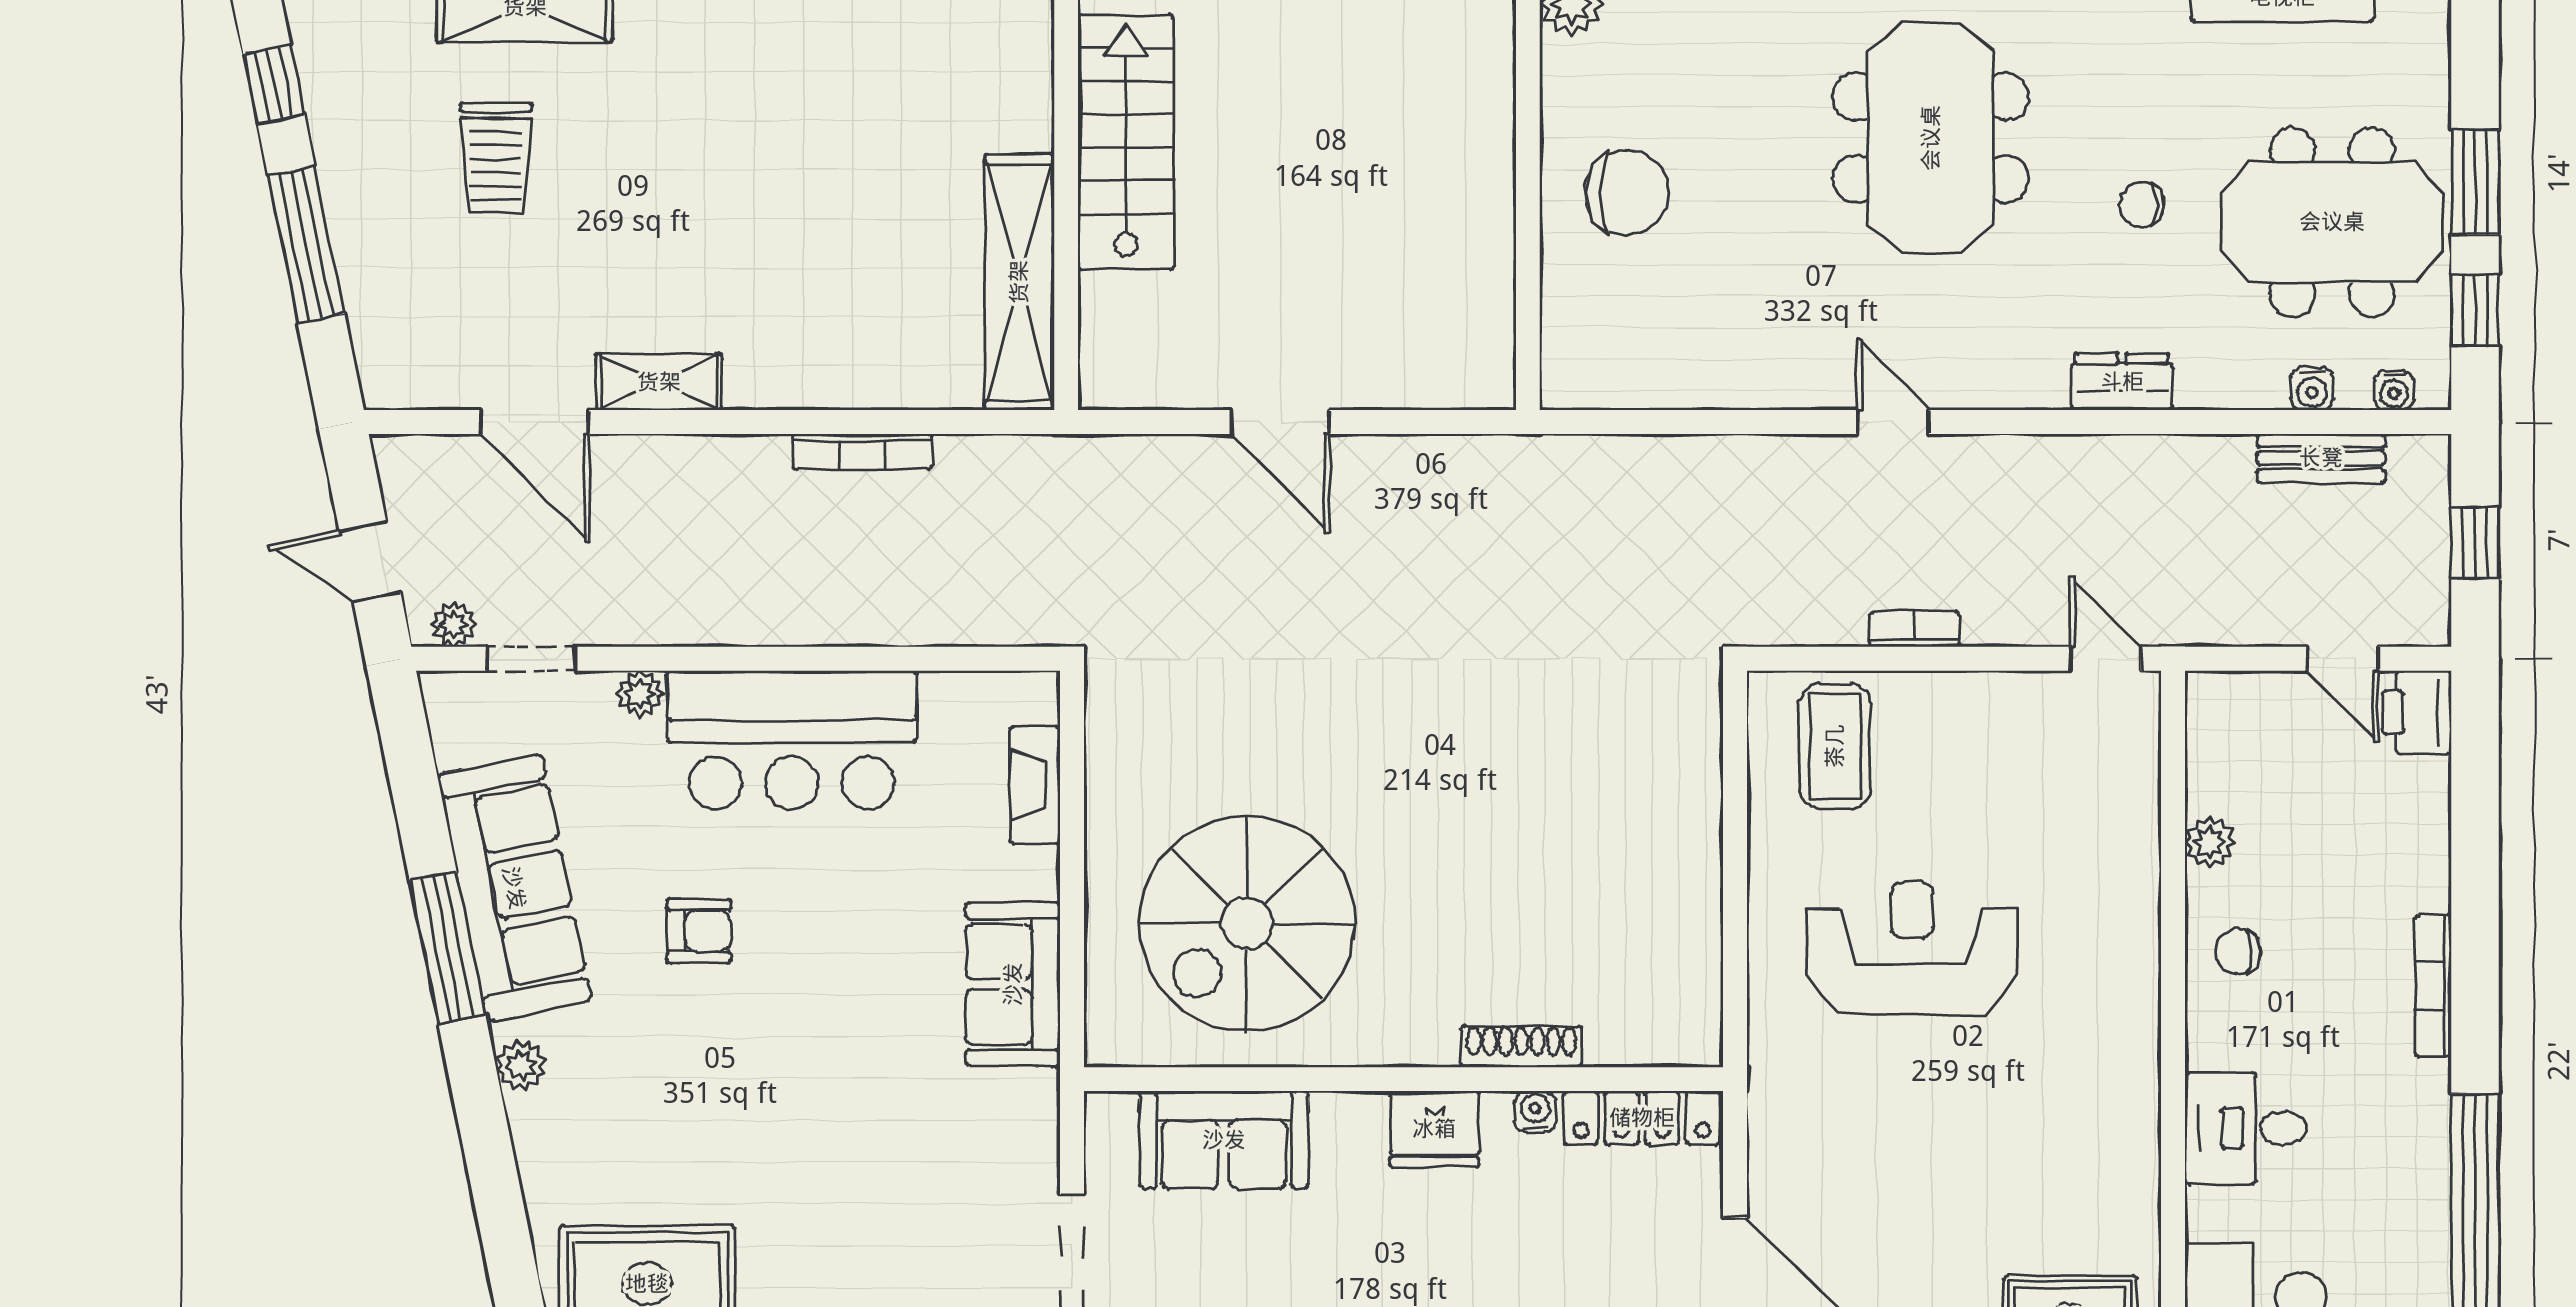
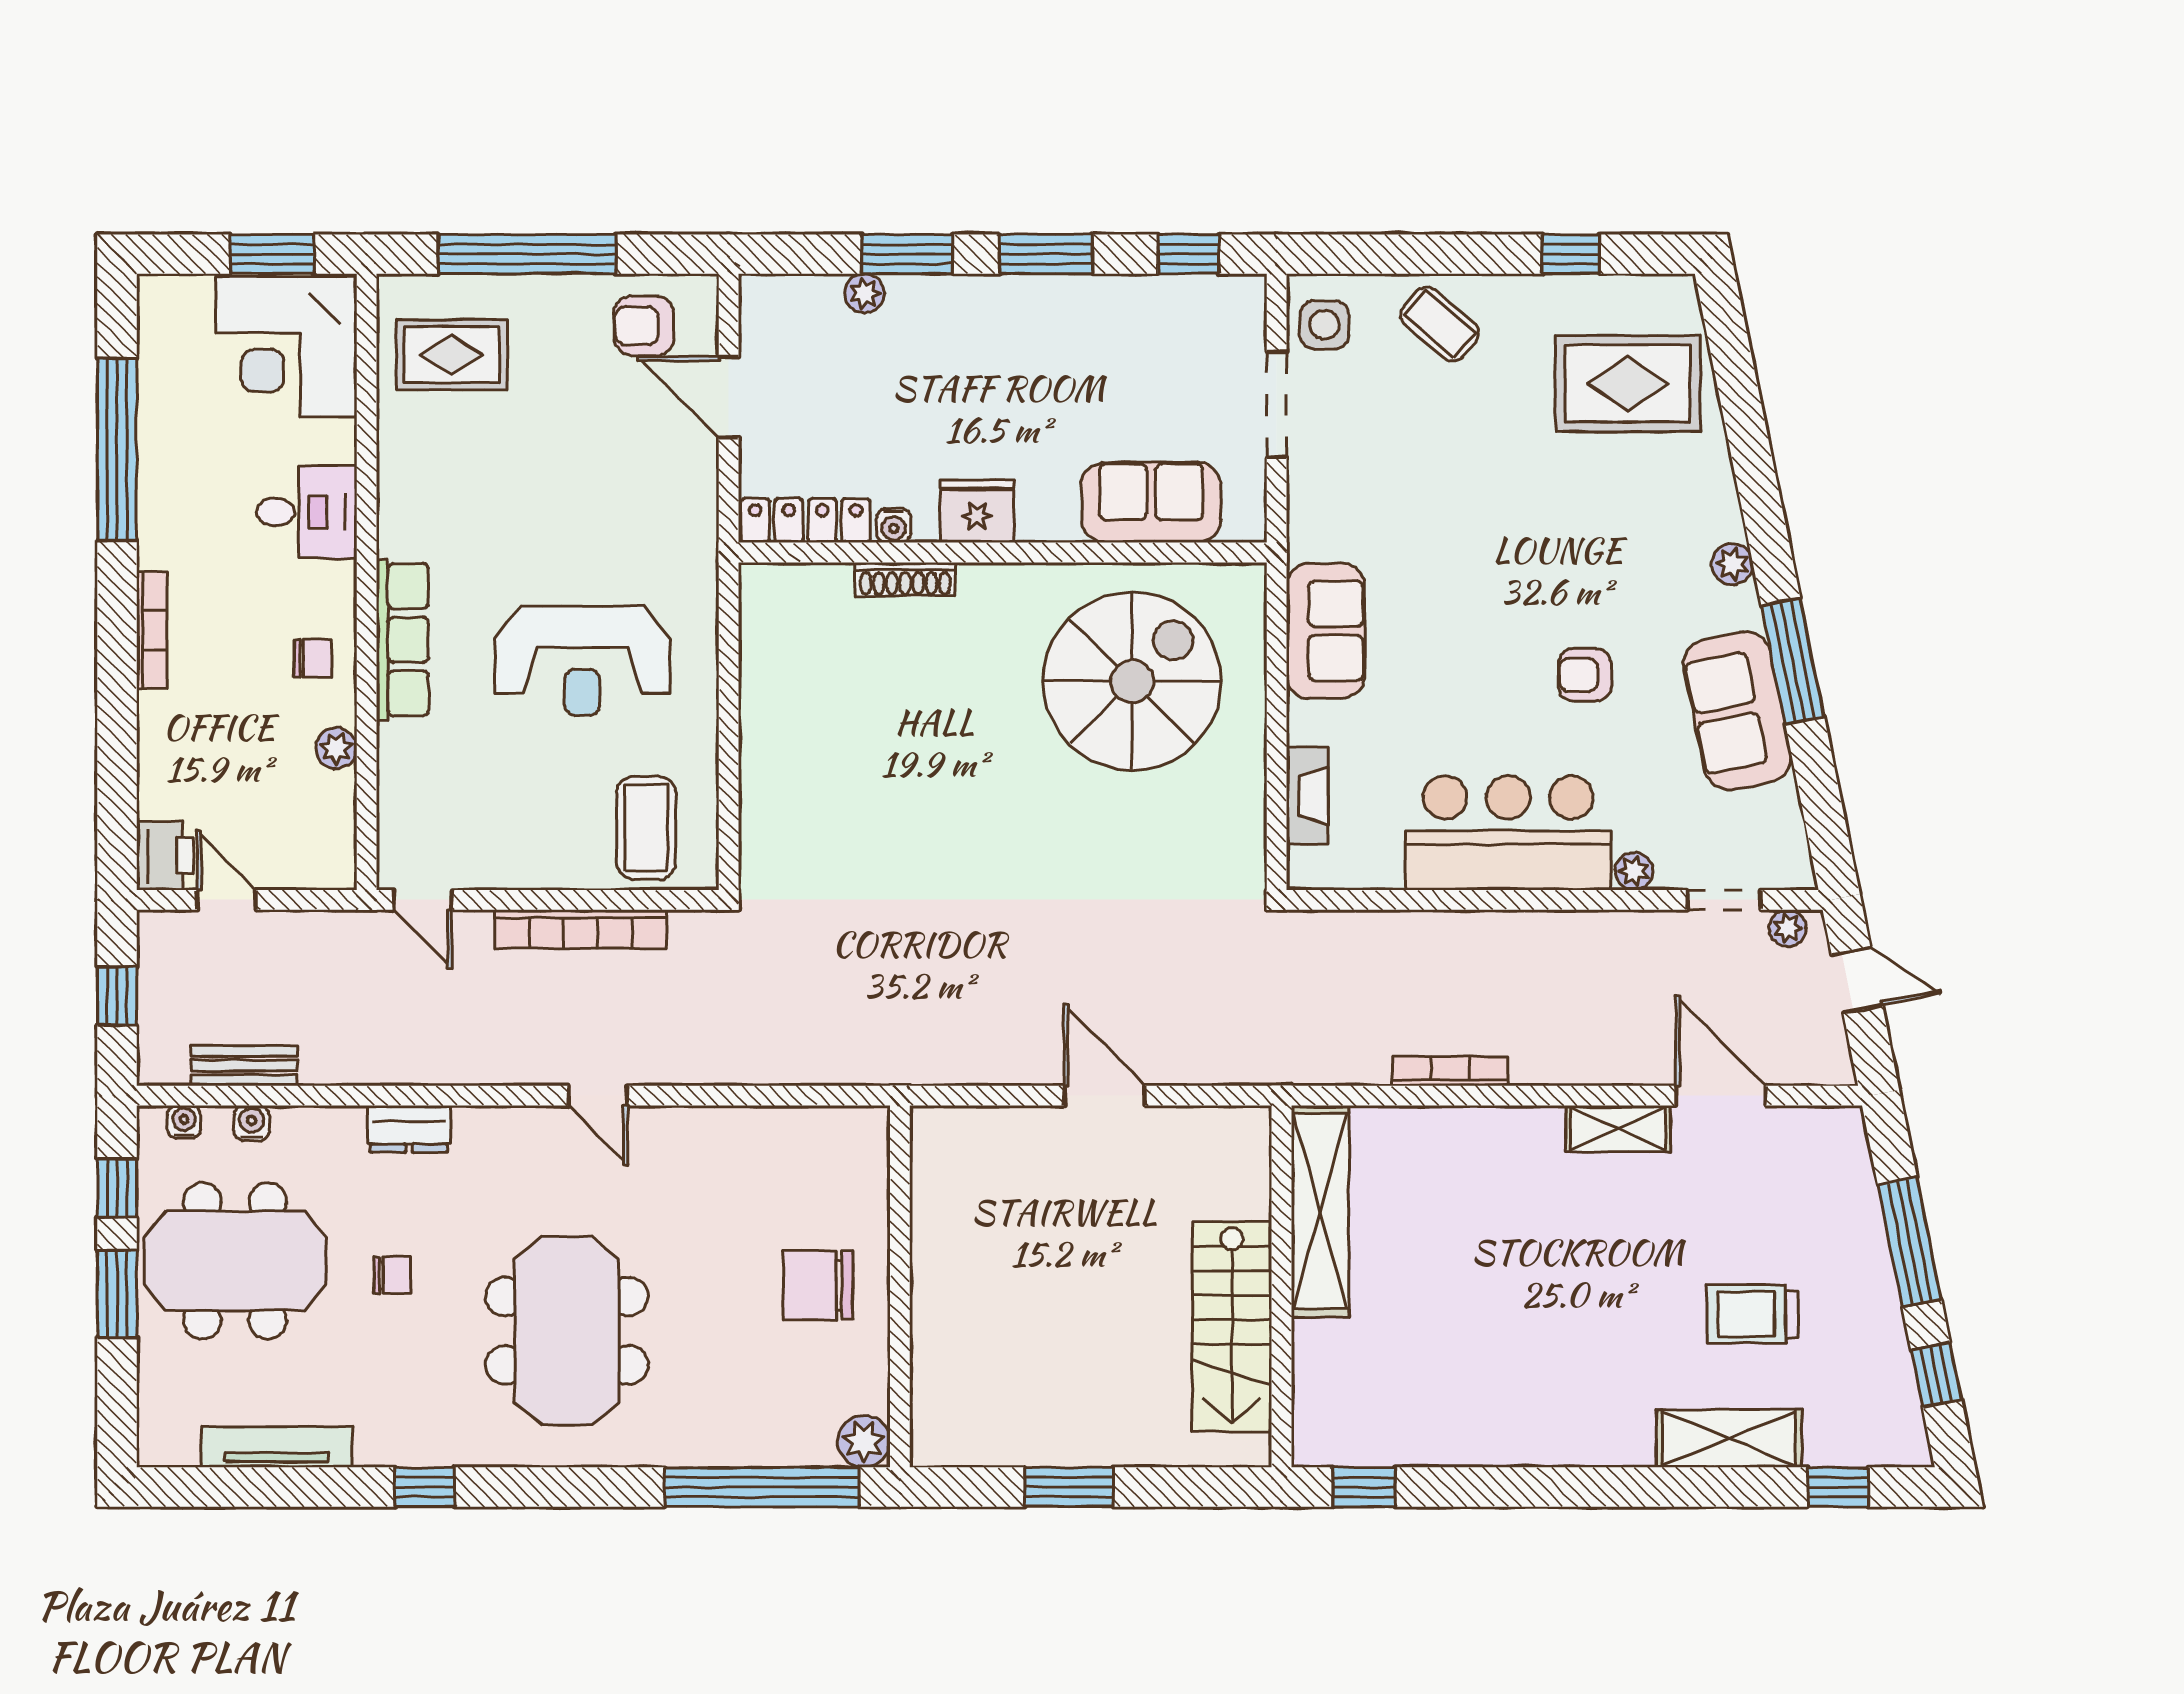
trolley: (496, 158) -> (1753, 1314), turned -90
bookcase: (1914, 629) -> (580, 929), width x2.31, depth x1.31
sofa: (514, 888) -> (1738, 711), width x0.73
row of seats: (2130, 974) -> (402, 640), added

